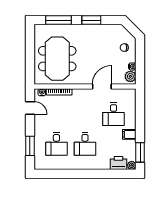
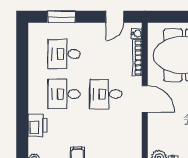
door: (102, 87) -> (145, 99), moved
desk: (114, 114) -> (106, 94), moved
printer: (119, 163) -> (37, 125), moved

